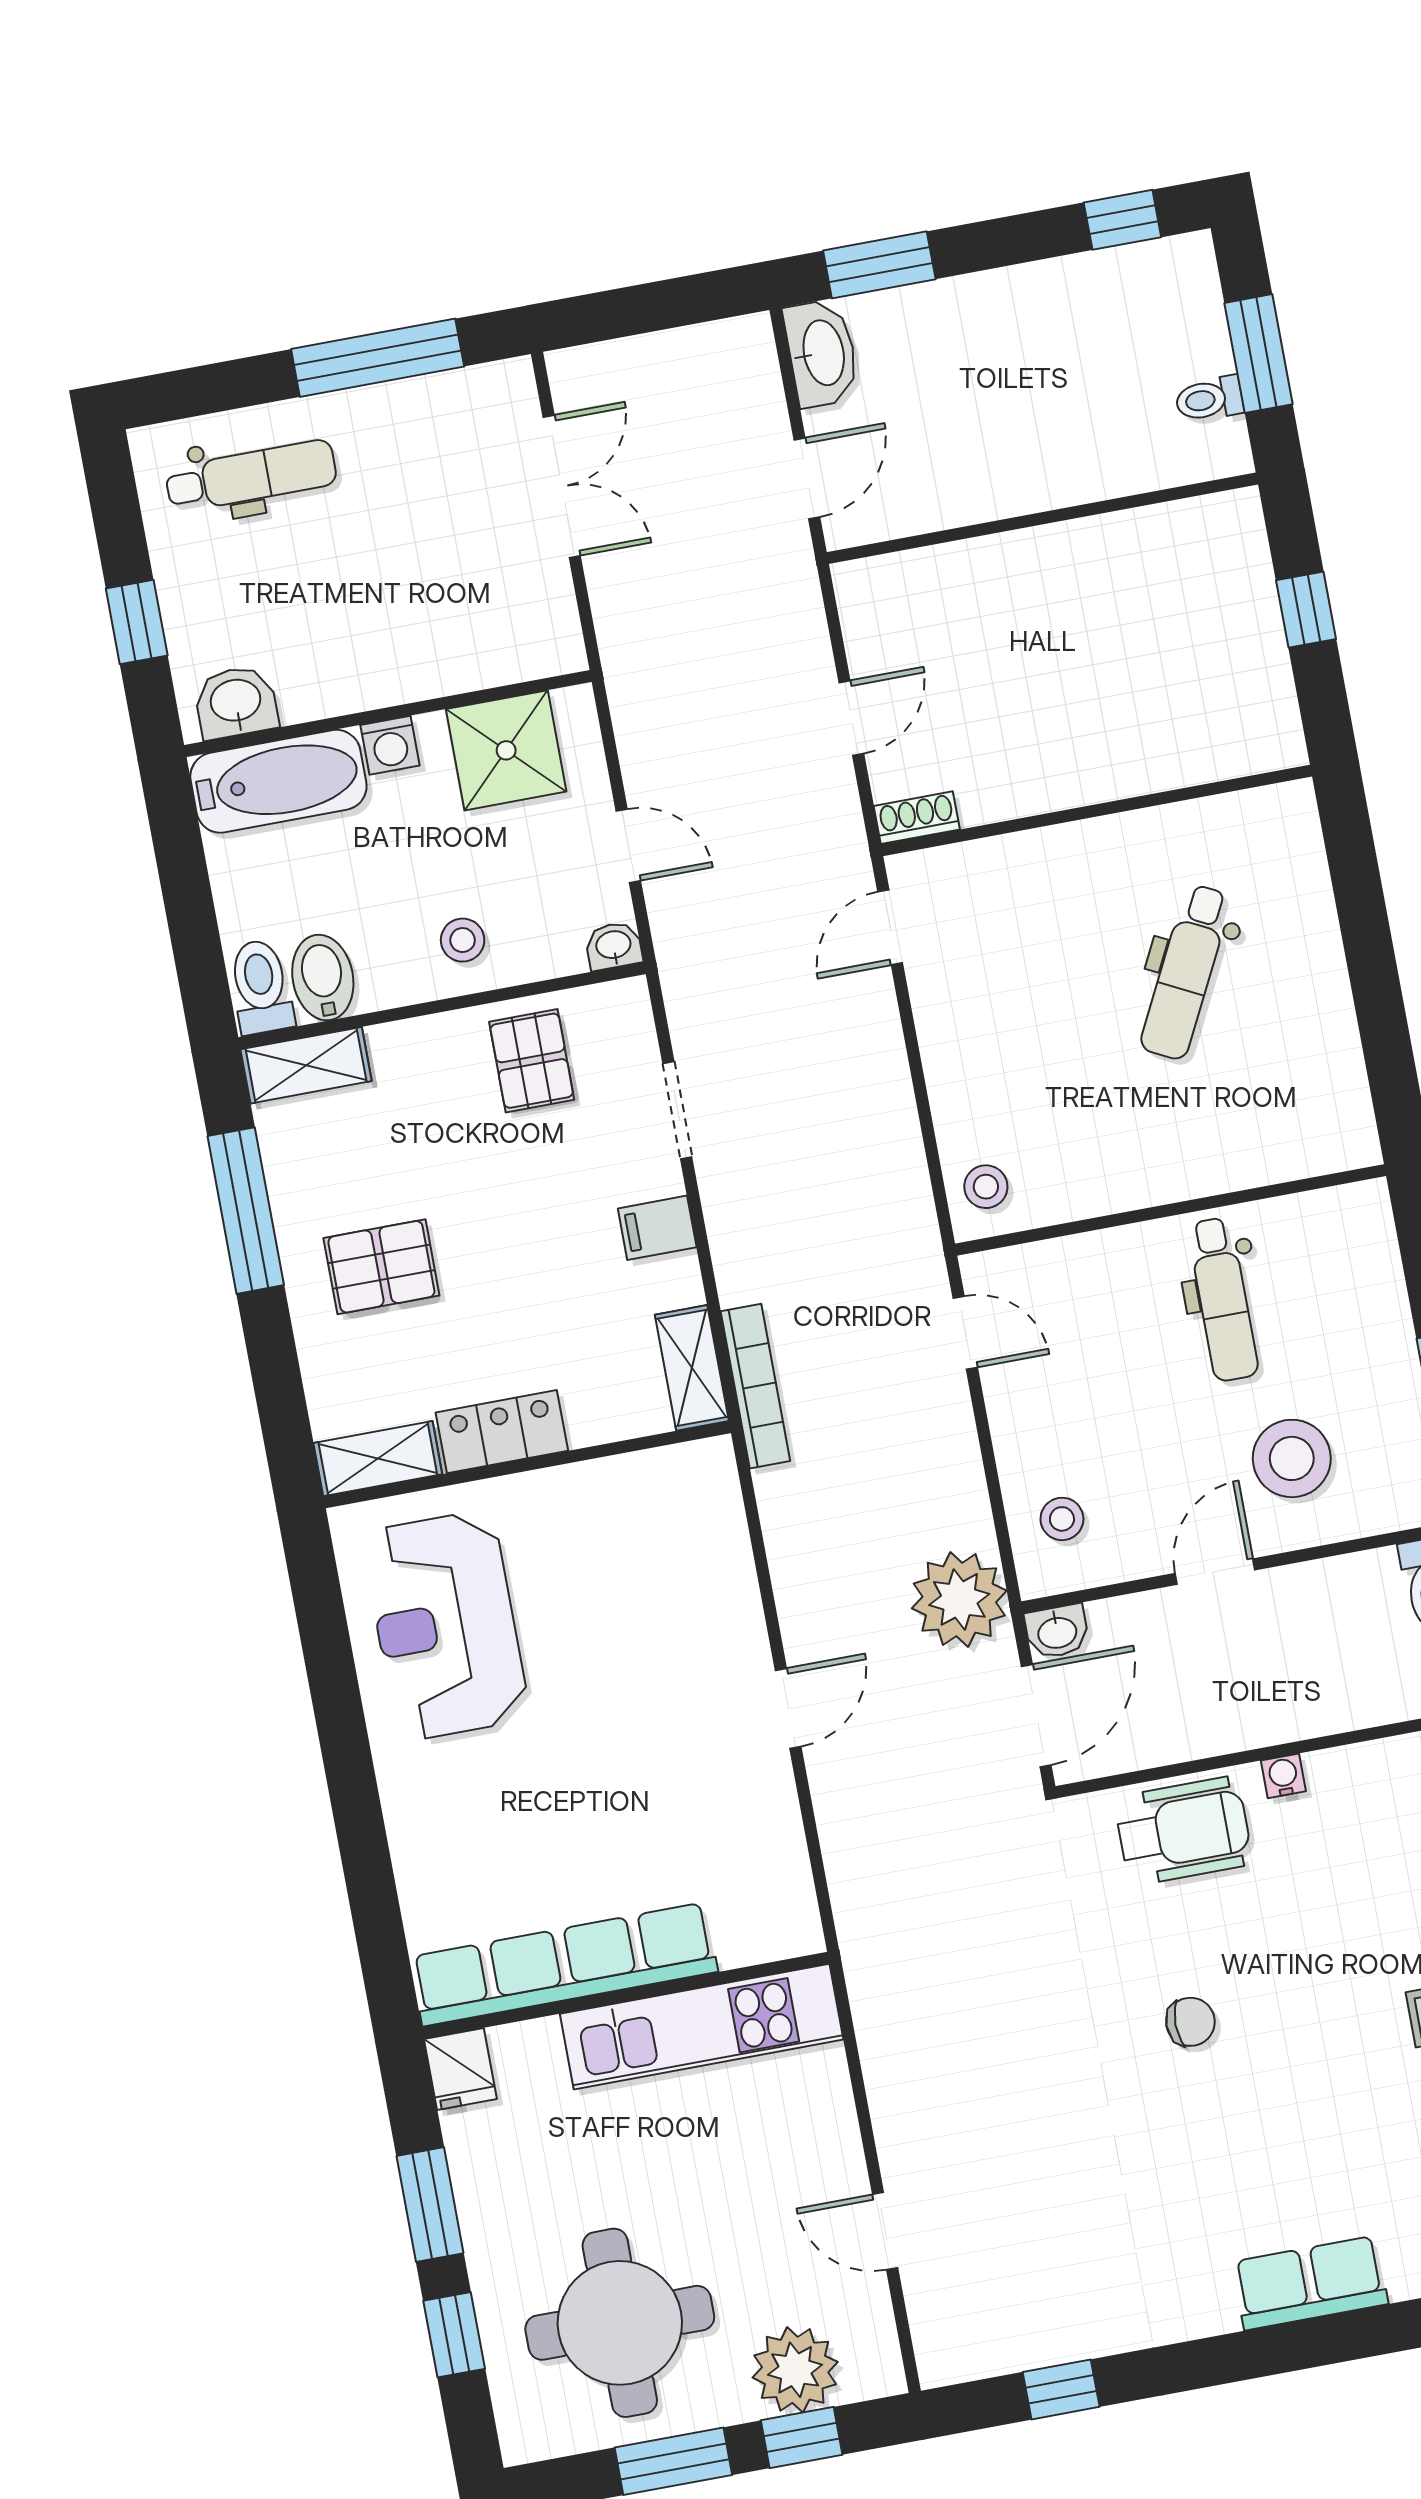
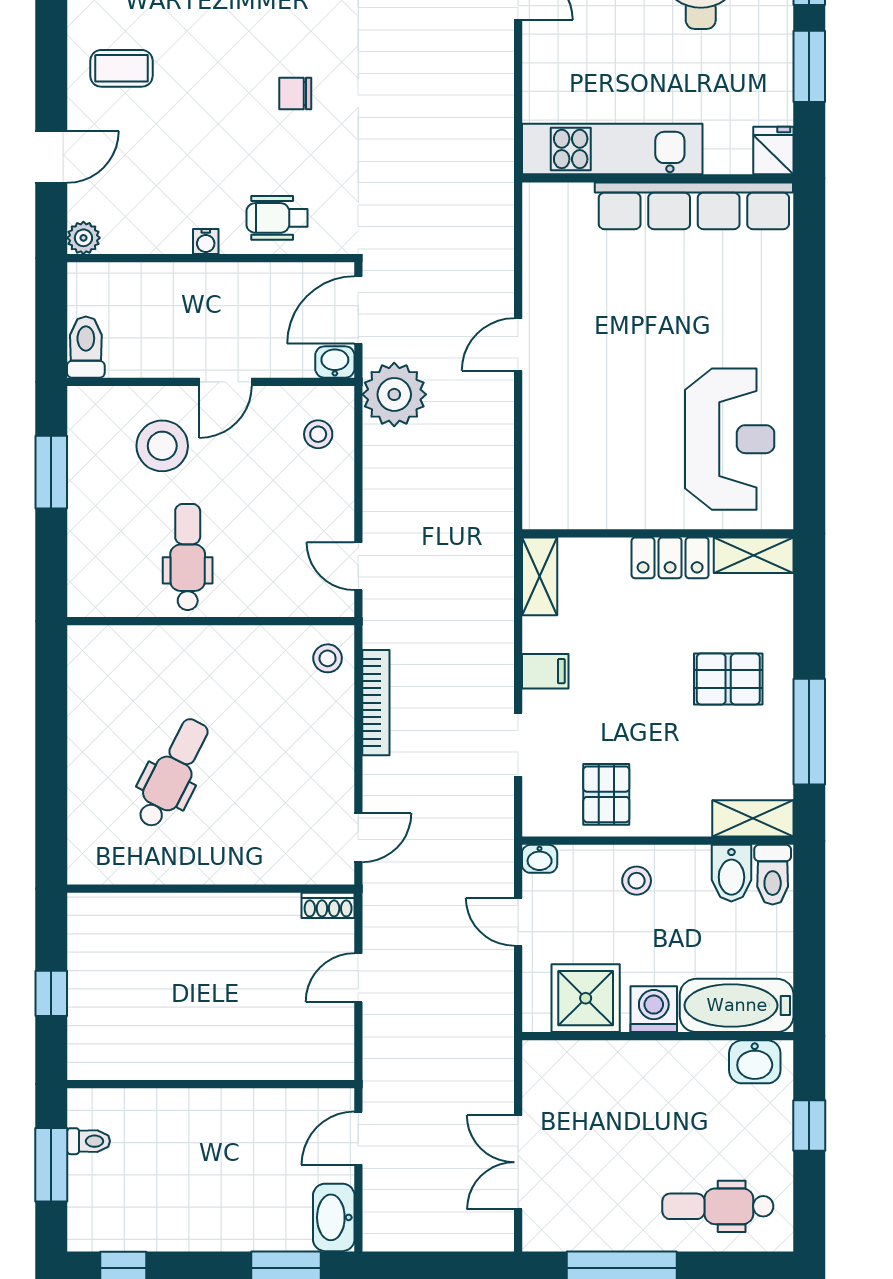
washing machine: (390, 745) -> (654, 1009), width x1.38, depth x1.38
bookcase: (755, 1386) -> (376, 703), moved, turned 180
wheelchair: (1183, 1831) -> (277, 218), width x0.73, depth x0.73

